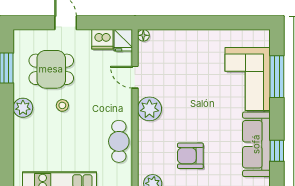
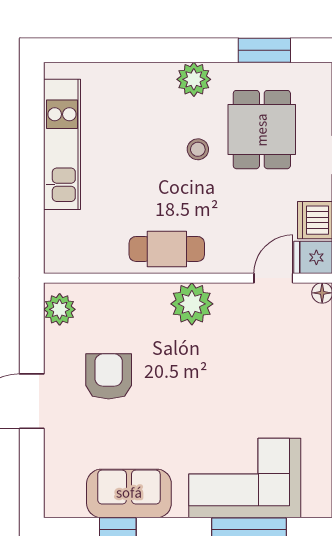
door: (135, 77) -> (273, 278), moved
cafe table: (119, 141) -> (167, 249), moved
sofa: (256, 144) -> (129, 493), width x0.73

